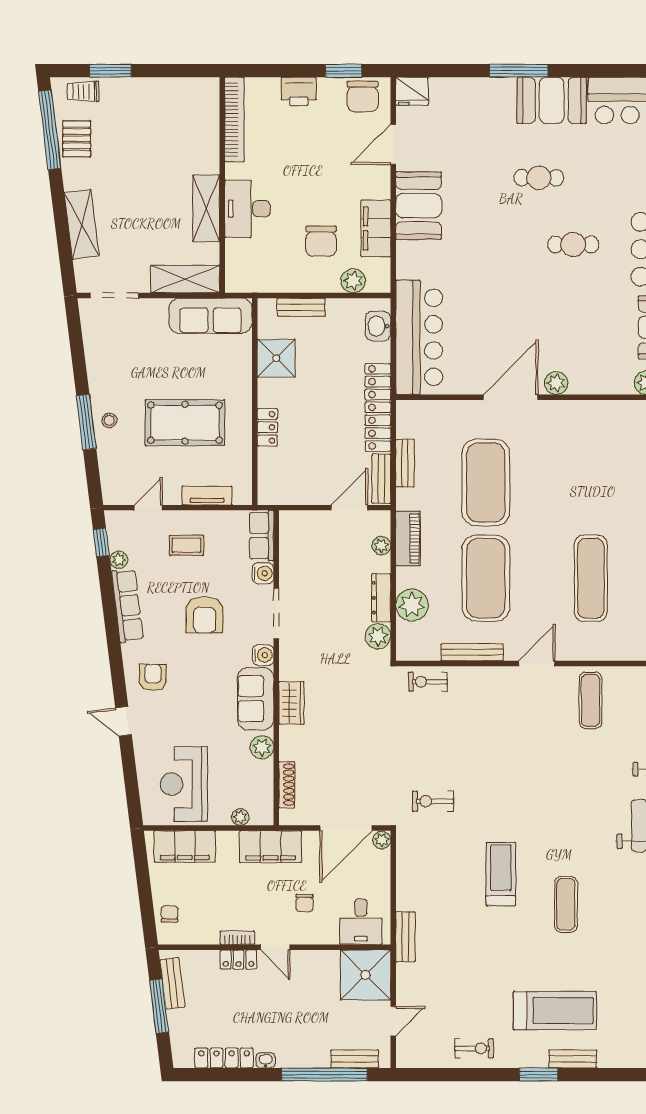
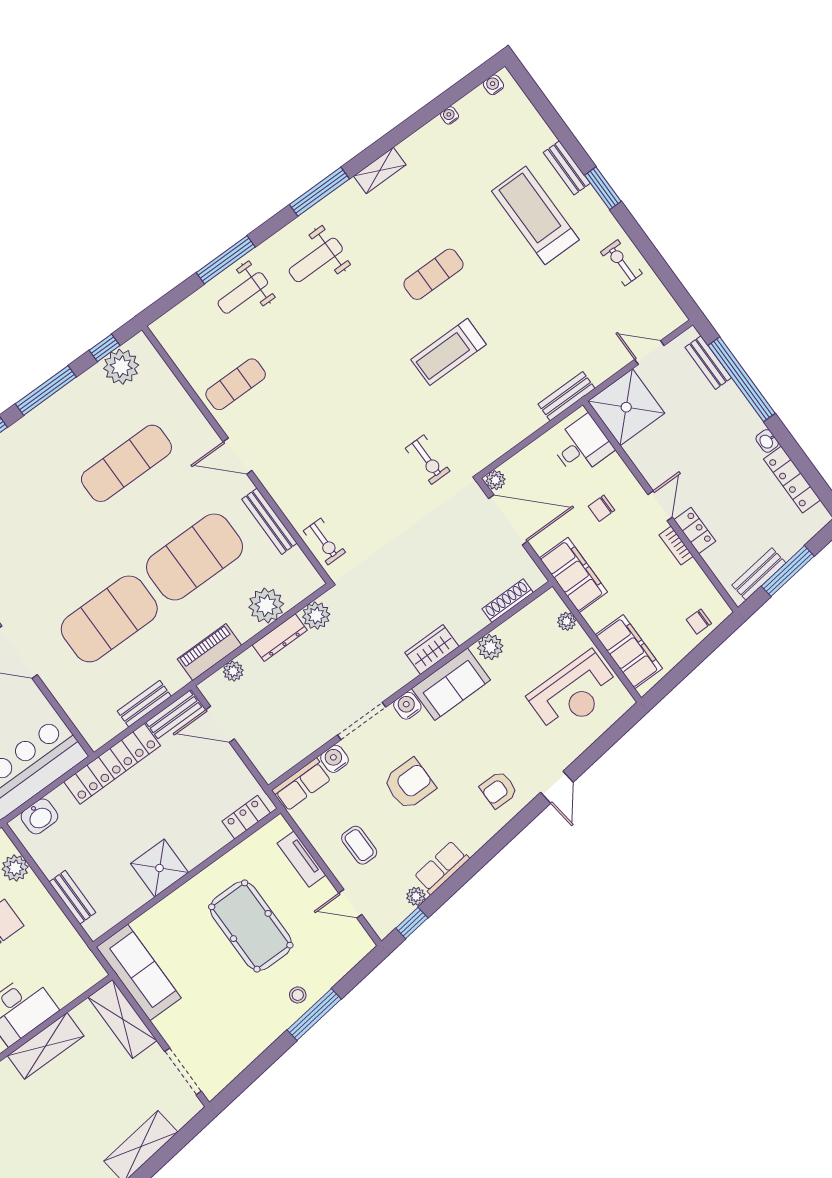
shower: (276, 358) -> (160, 868), moved
locker: (267, 427) -> (246, 817), moved
row of seats: (127, 606) -> (442, 868), width x0.68
chair: (305, 903) -> (602, 508), turned 180

